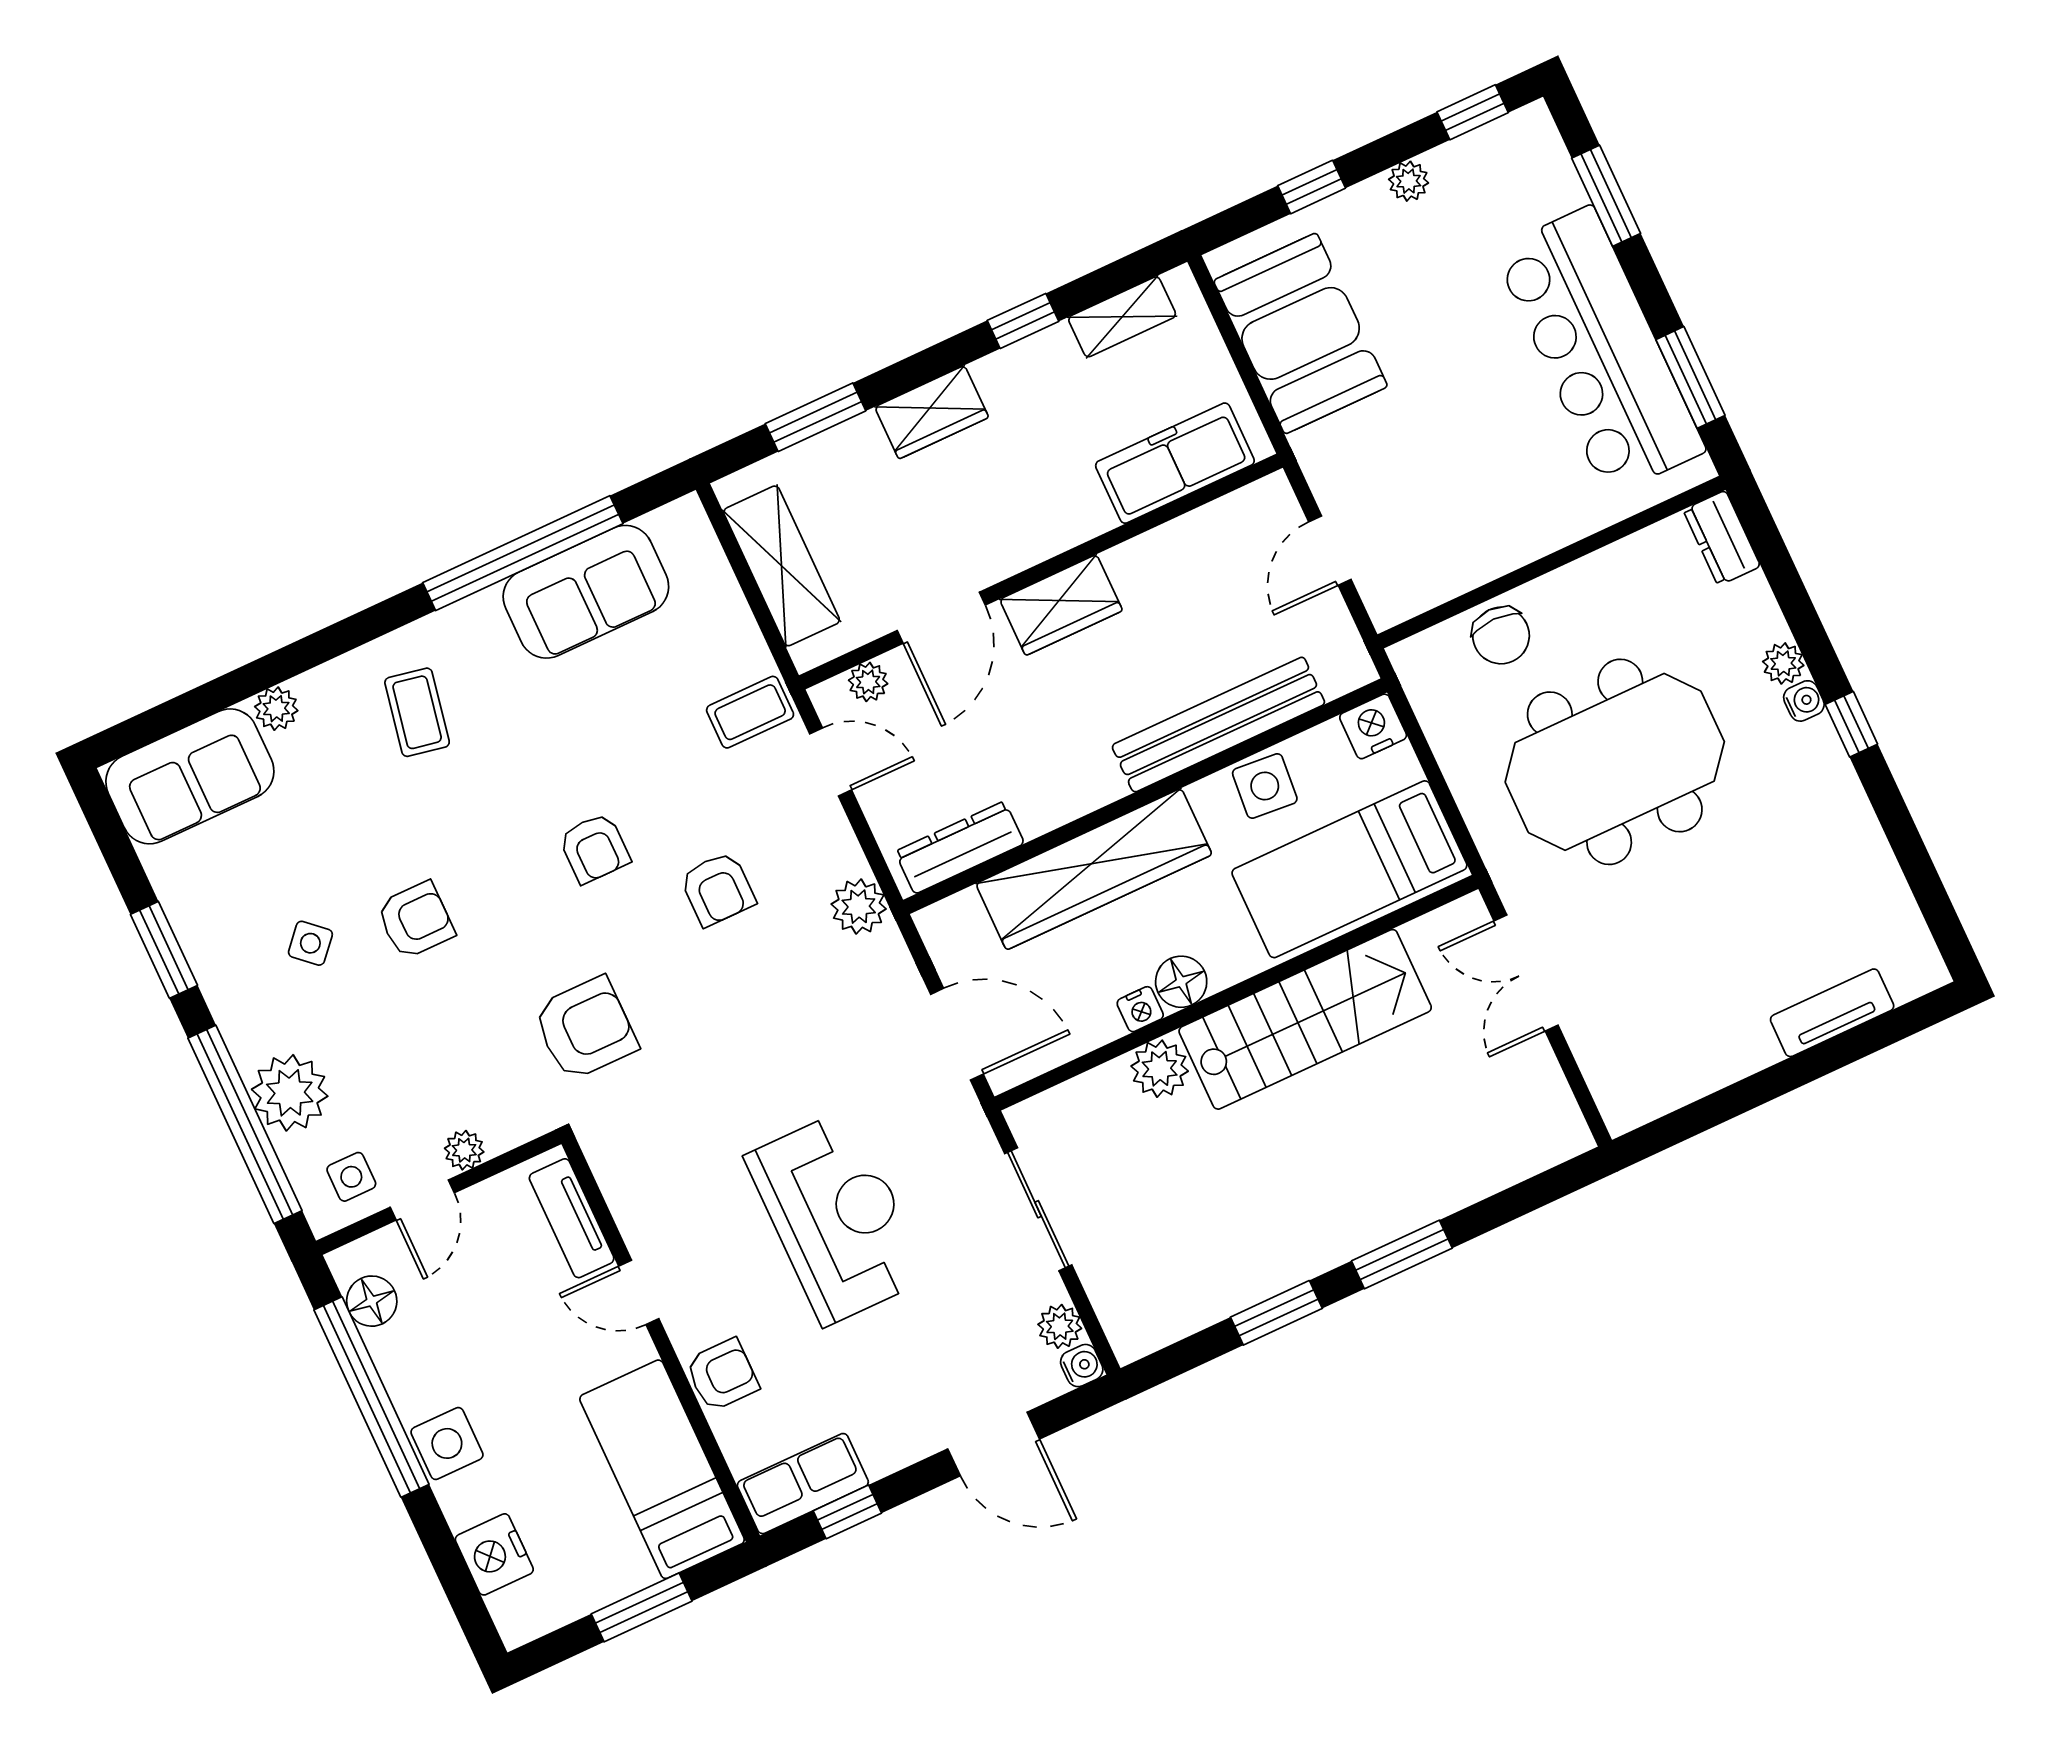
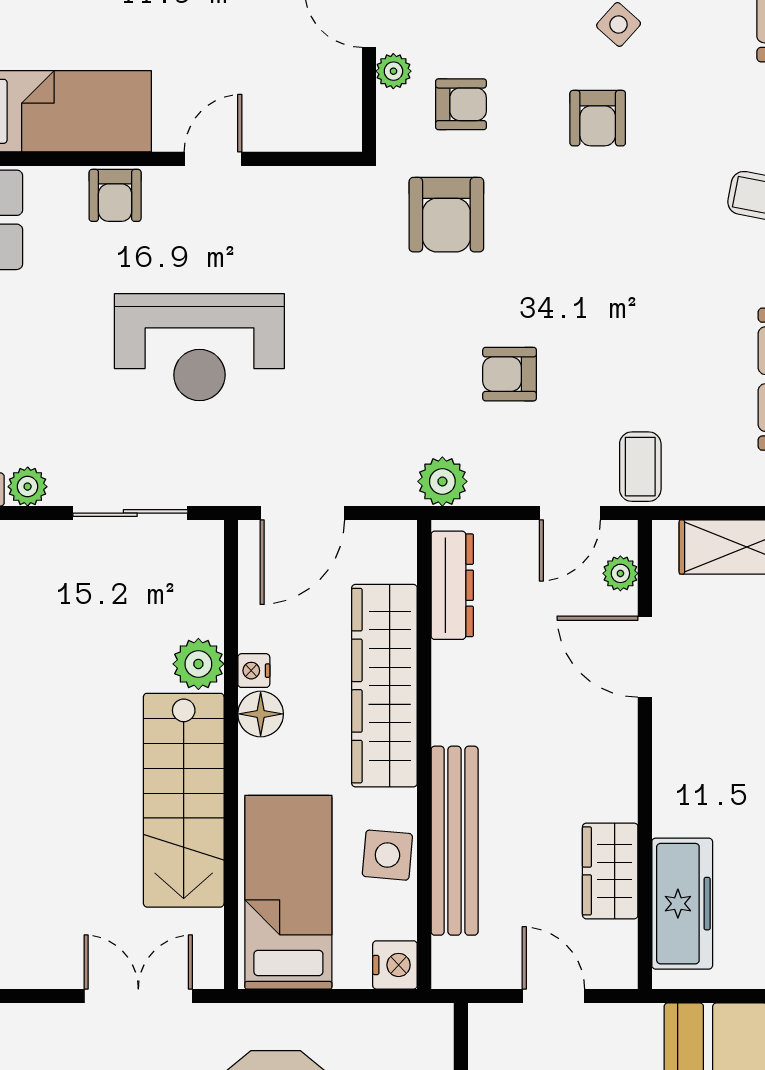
wardrobe: (1061, 605) -> (610, 871), moved
armchair: (594, 848) -> (461, 104), moved, turned 180
tv unit: (572, 1218) -> (298, 132), removed

